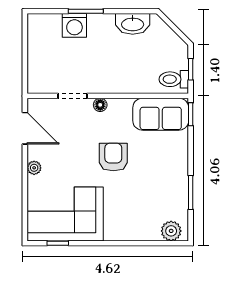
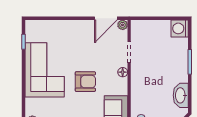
washing machine: (74, 25) -> (180, 28), moved
plant: (34, 168) -> (123, 25), moved
corner sofa: (65, 214) -> (45, 70), moved

